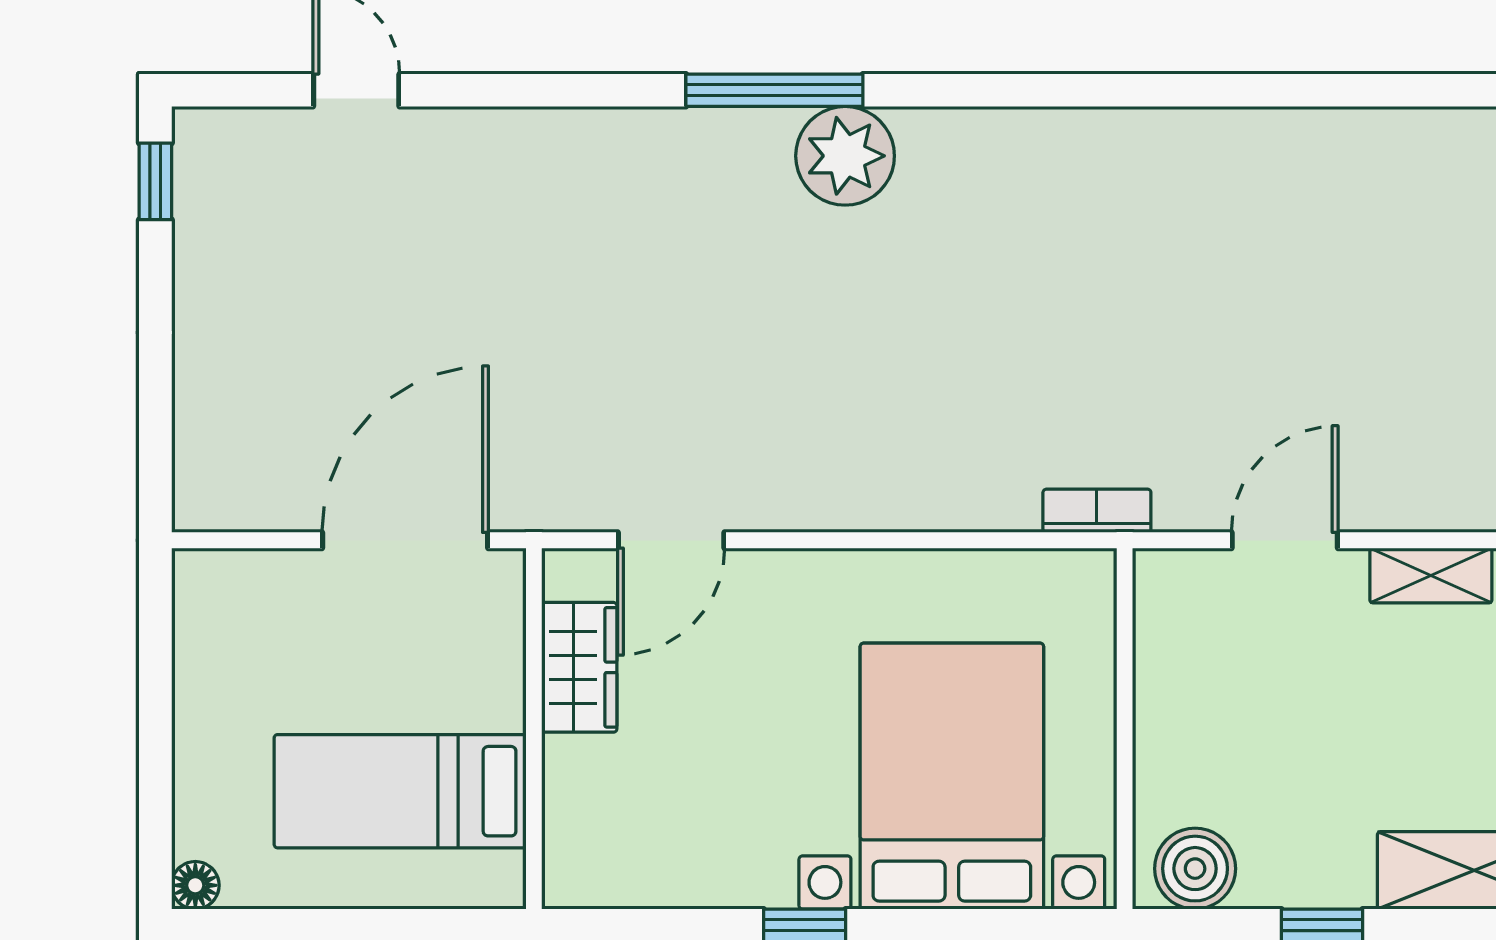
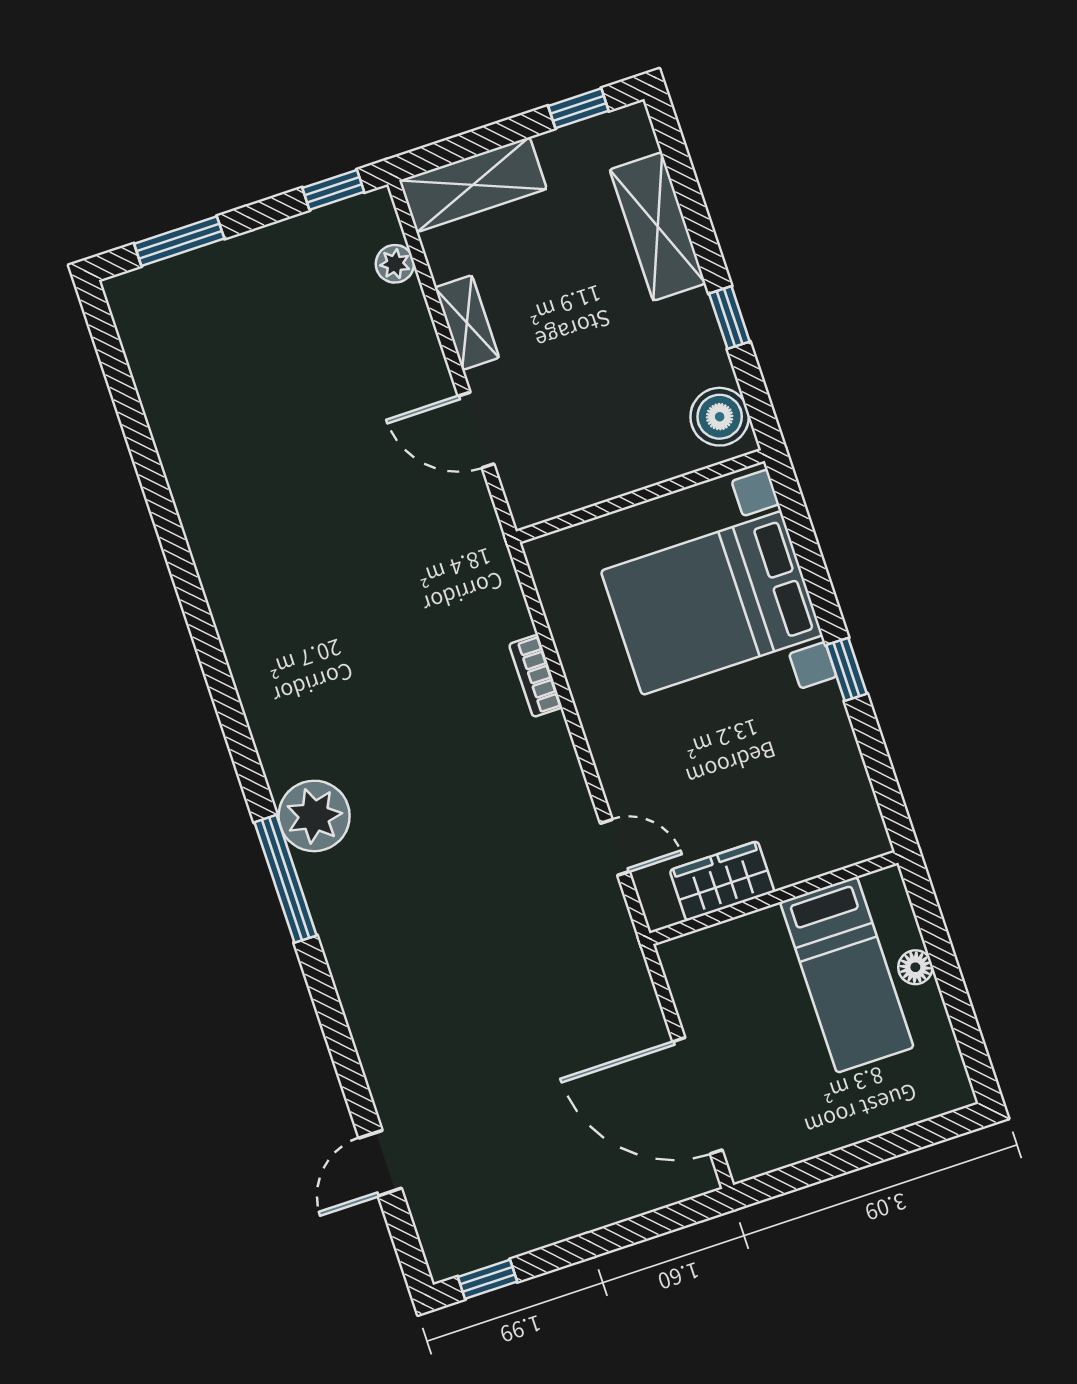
bookcase: (1097, 511) -> (536, 676), moved
door: (405, 540) -> (698, 1096), moved
door: (671, 540) -> (615, 847), width x0.73
floor lamp: (195, 885) -> (915, 967), moved

